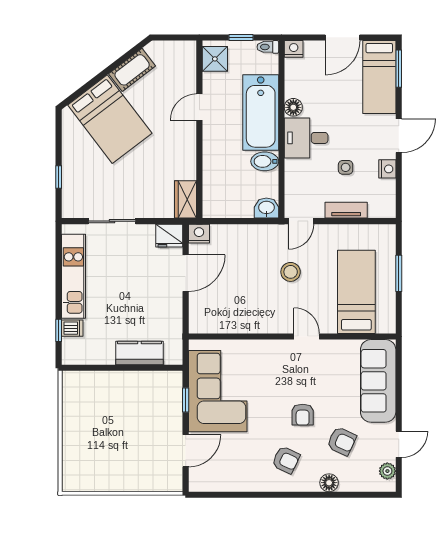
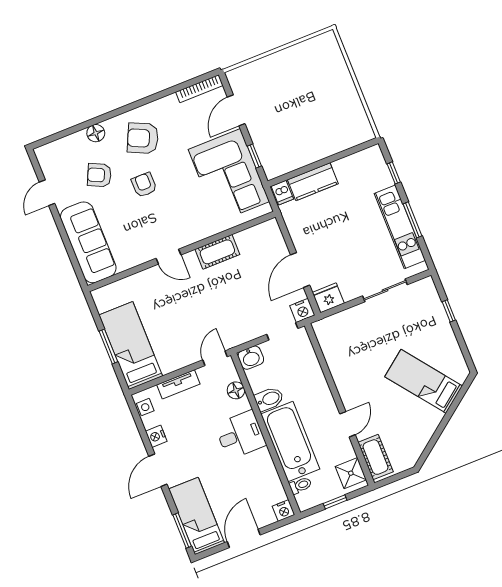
toilet: (268, 47) -> (300, 485), moved
cot: (132, 70) -> (376, 457), moved, turned -53
floor lamp: (293, 107) -> (236, 390), moved
bed: (110, 119) -> (424, 381), width x0.67
side table: (346, 167) -> (145, 407), moved
wardrobe: (186, 199) -> (327, 336), removed
doorway: (226, 221) -> (282, 331), added
stool: (291, 272) -> (206, 309), removed
window: (59, 278) -> (412, 220), added
bed: (356, 292) -> (131, 345), moved, turned 180
cot: (258, 322) -> (217, 252), added
dishwasher: (72, 328) -> (282, 193), moved, turned -90
armchair: (286, 460) -> (143, 138), width x1.38, depth x1.38
plant: (387, 471) -> (47, 165), removed
bookcase: (213, 486) -> (199, 89), added

